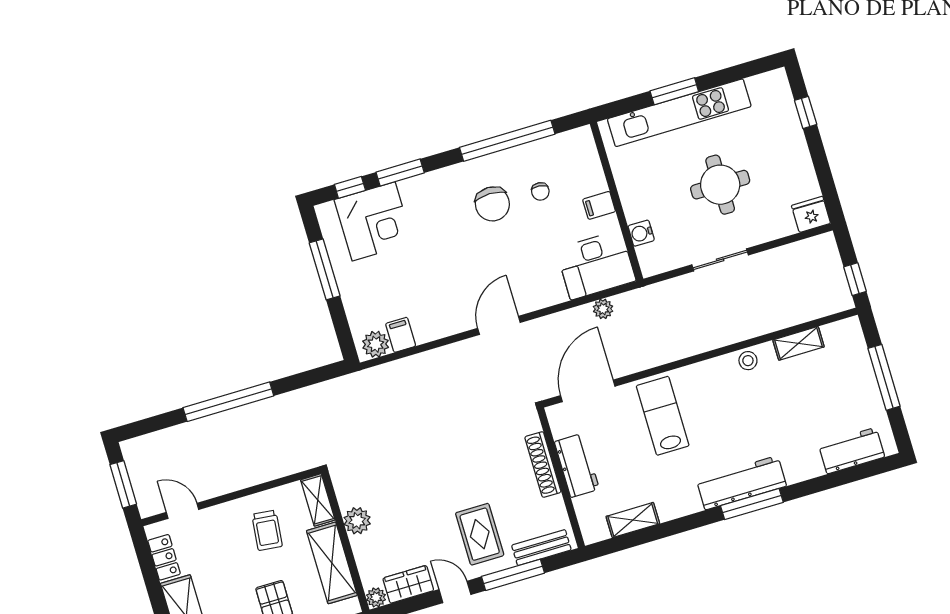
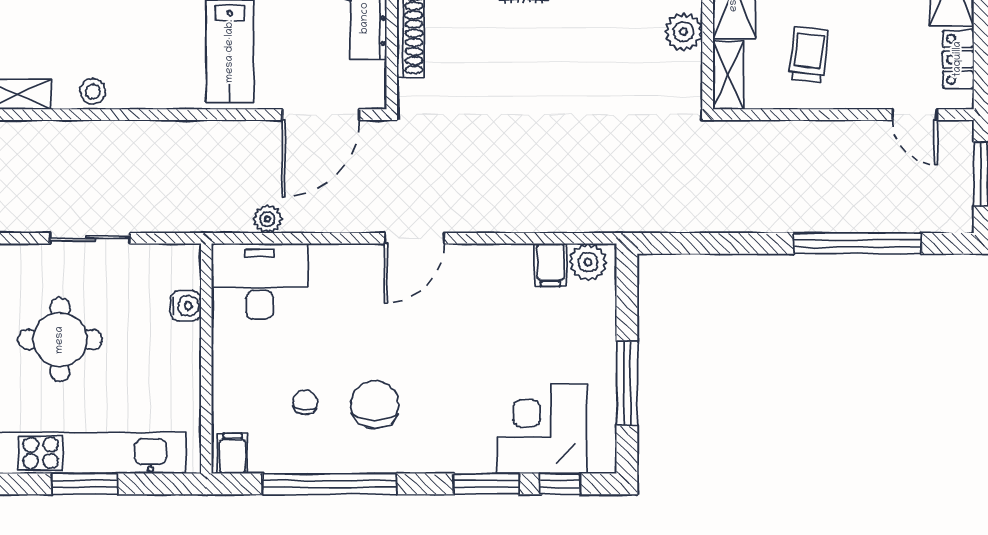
filing cabinet: (599, 205) -> (232, 453), moved, turned -90
window: (228, 402) -> (857, 243), moved

